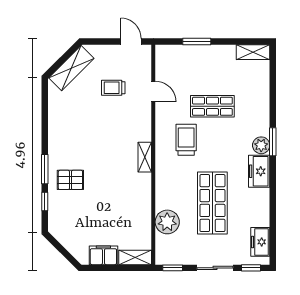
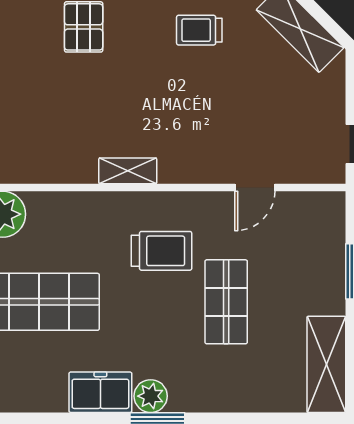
shelving: (253, 52) -> (326, 364), width x1.50, depth x1.33
trolley: (113, 88) -> (199, 30), moved, turned -90

